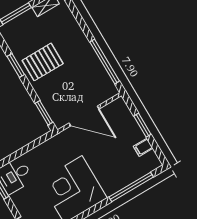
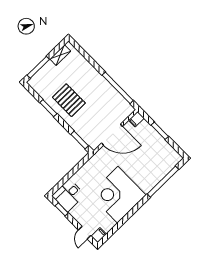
pallet: (43, 62) -> (69, 100), turned 90
filing cabinet: (143, 147) -> (136, 119), moved

